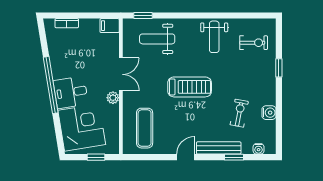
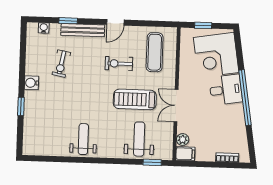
weight bench: (157, 39) -> (139, 139), turned -90
exercise bike: (254, 43) -> (119, 64), moved
treadmill: (190, 87) -> (135, 99), moved
plant: (113, 98) -> (183, 140), moved
water cooler: (269, 113) -> (32, 83), moved

